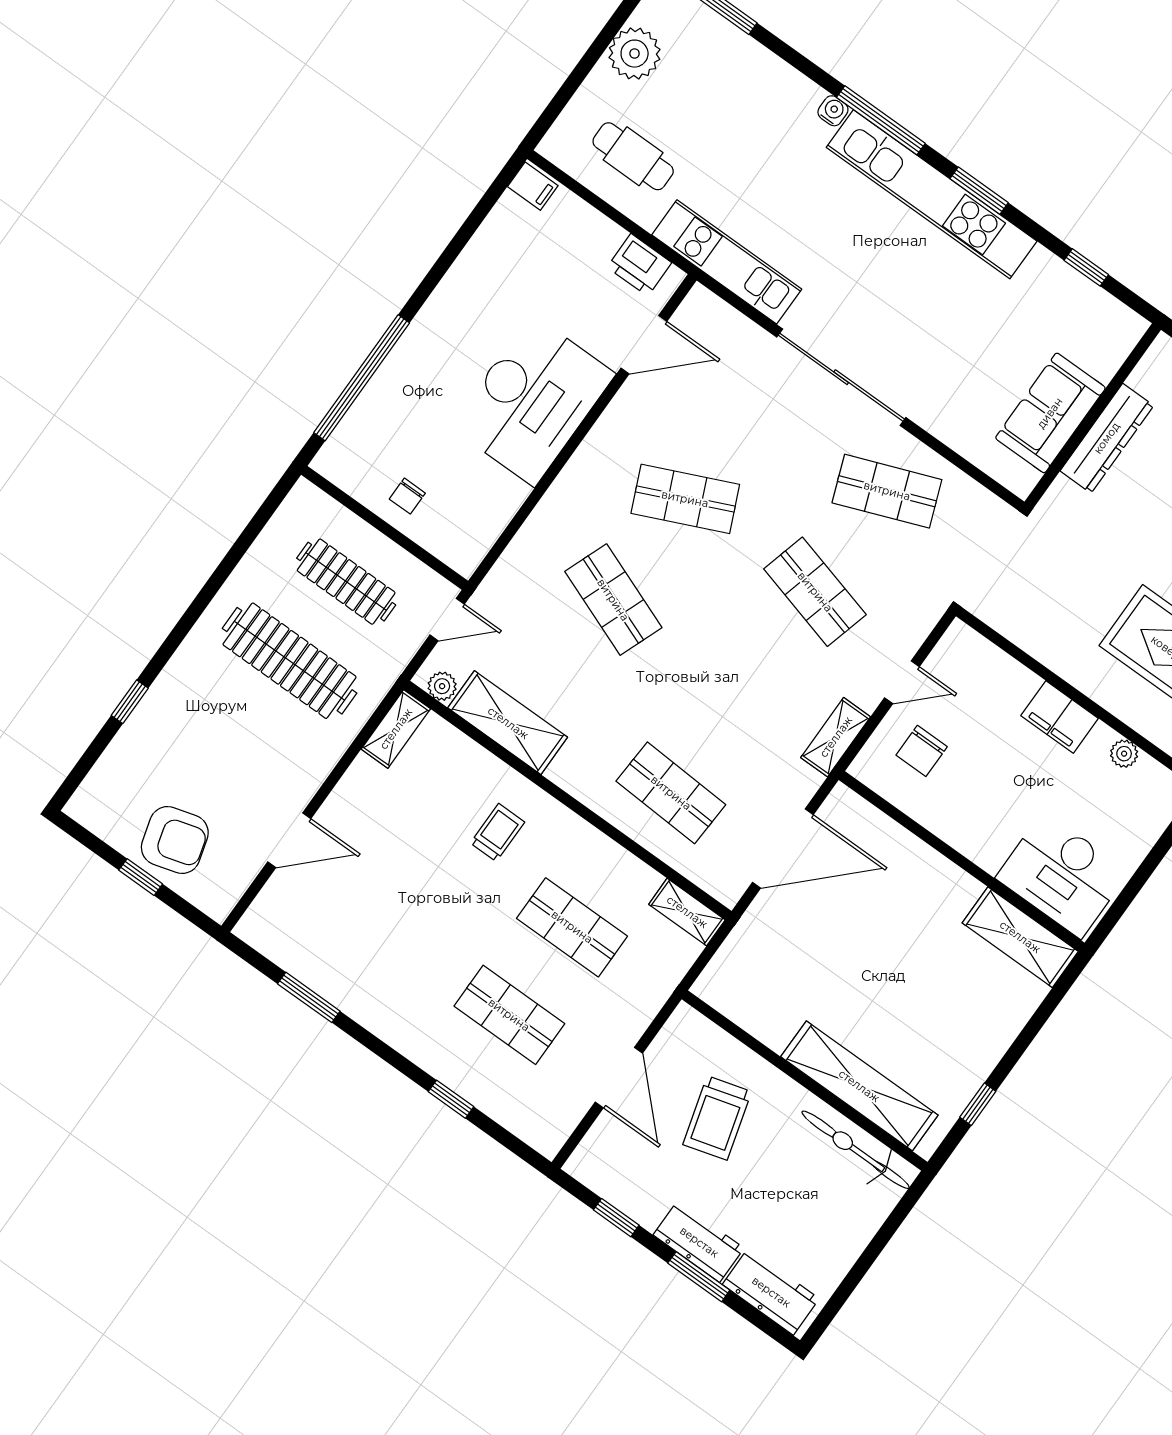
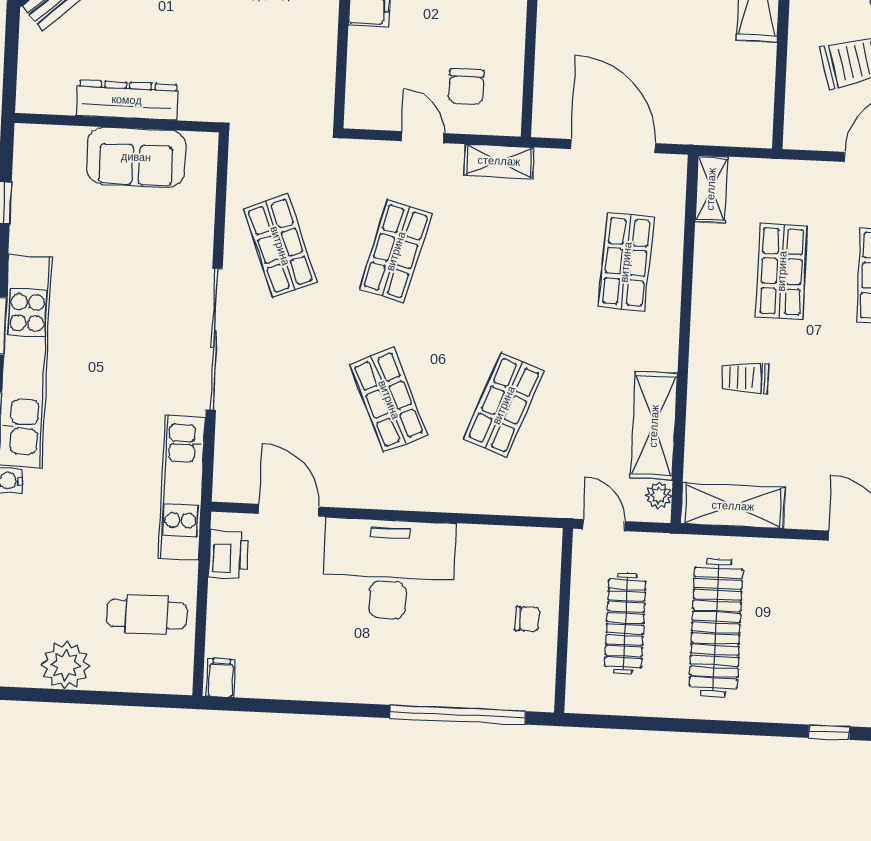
cafe table: (633, 156) -> (147, 614), turned 90
shelving: (396, 729) -> (733, 506), width x1.50, depth x1.33
chair: (922, 751) -> (466, 87), turned 90

